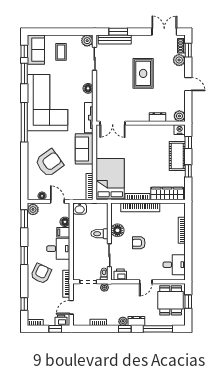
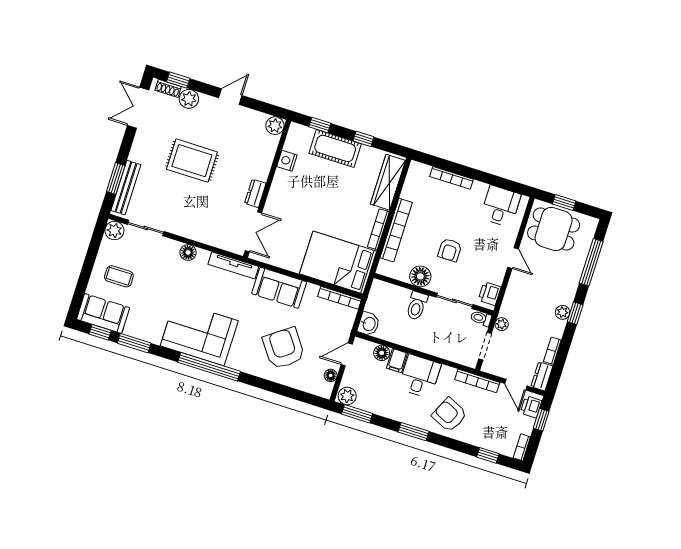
corner sofa: (48, 103) -> (199, 333), width x0.73, depth x0.74
dresser: (157, 117) -> (255, 193), moved
nightstand: (180, 130) -> (287, 161), moved
dresser: (136, 321) -> (542, 376), moved

